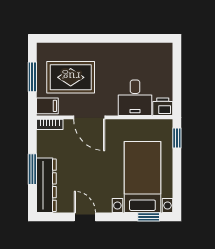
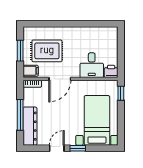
door: (89, 117) -> (60, 79), hinge flipped
window: (32, 169) -> (20, 115), width x1.44
door: (85, 217) -> (57, 148), hinge flipped
window: (149, 217) -> (78, 148), moved

